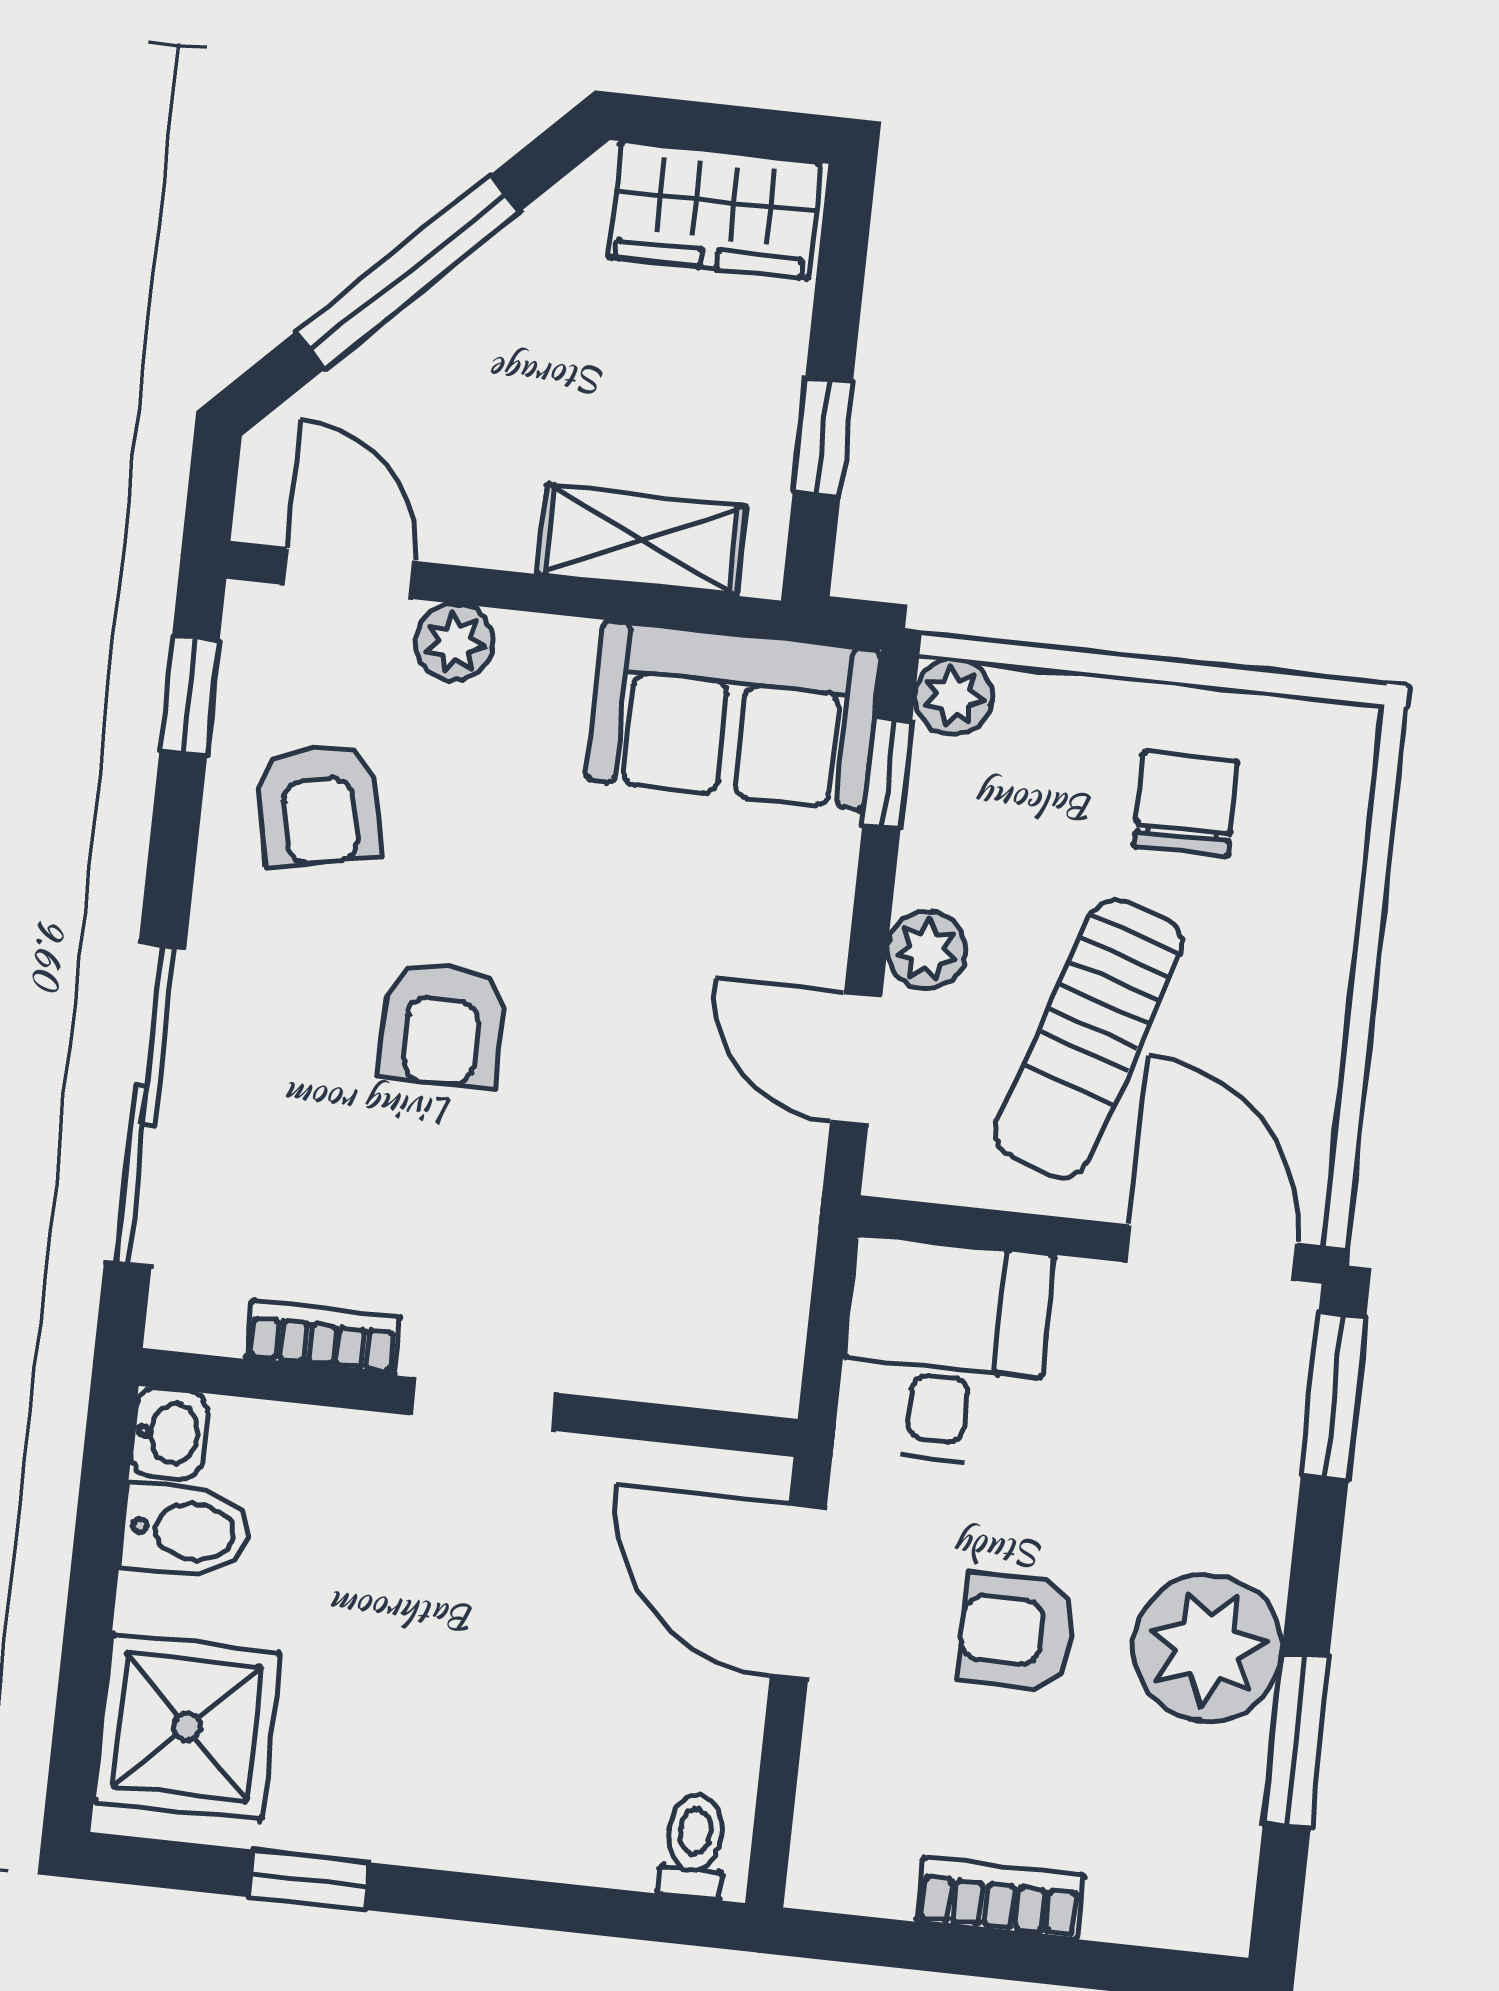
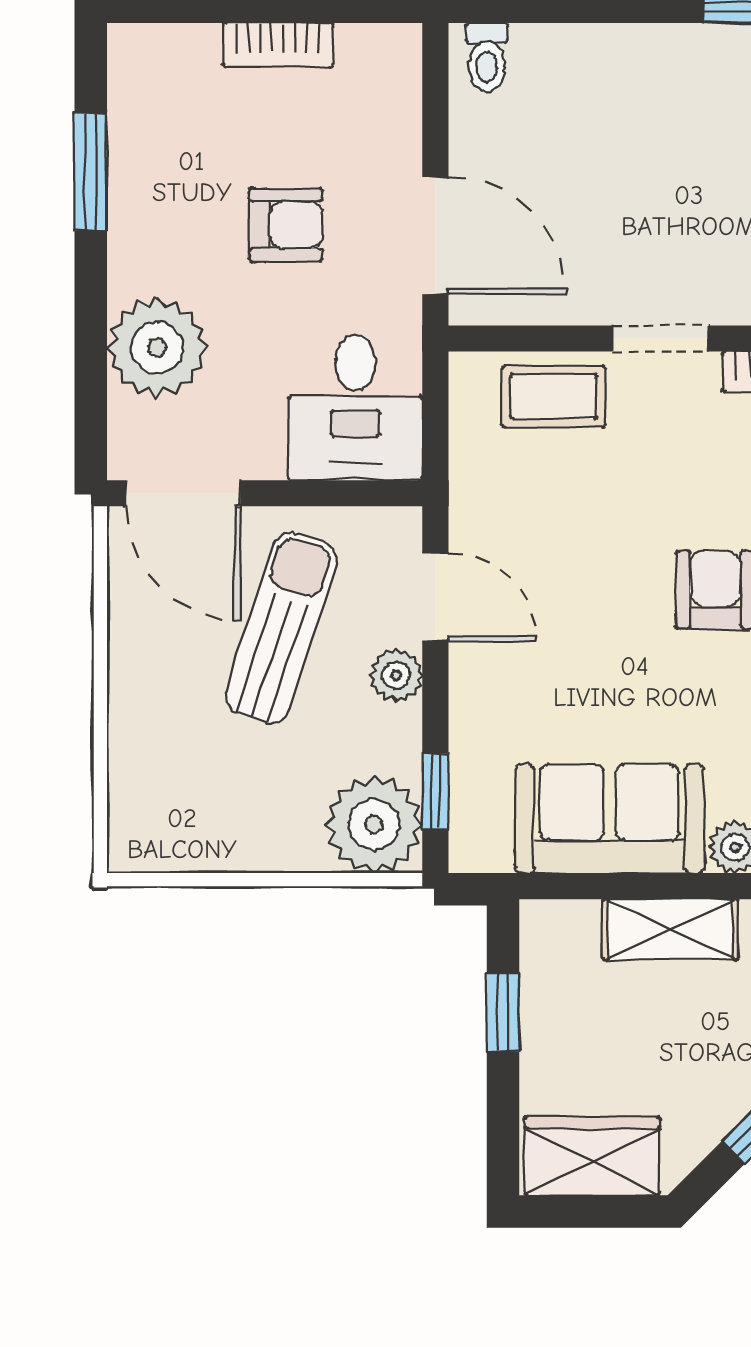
shelving: (642, 540) -> (670, 929), moved
plant: (953, 696) -> (374, 825), width x1.88, depth x1.88
sofa: (734, 715) -> (610, 819), moved
chair: (1186, 804) -> (233, 792), removed
coffee table: (650, 1336) -> (554, 397), added
window: (1333, 1397) -> (91, 405), removed
plant: (1208, 1648) -> (157, 348), moved

